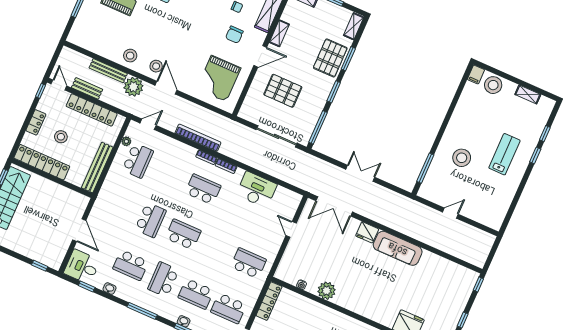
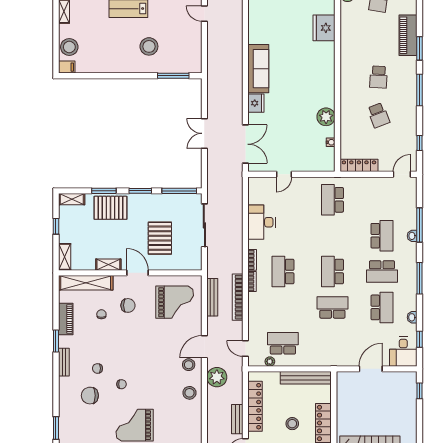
bench: (108, 71) -> (212, 297), moved
door: (450, 213) -> (204, 14), moved
school desk: (229, 308) -> (382, 200), removed

